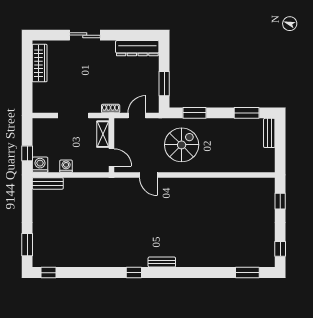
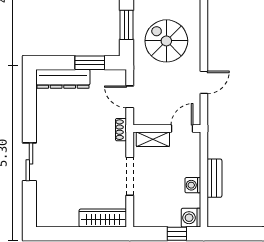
dresser: (137, 48) -> (63, 79), moved, turned 90
wardrobe: (40, 63) -> (103, 218), moved
bench: (48, 183) -> (214, 178), moved

